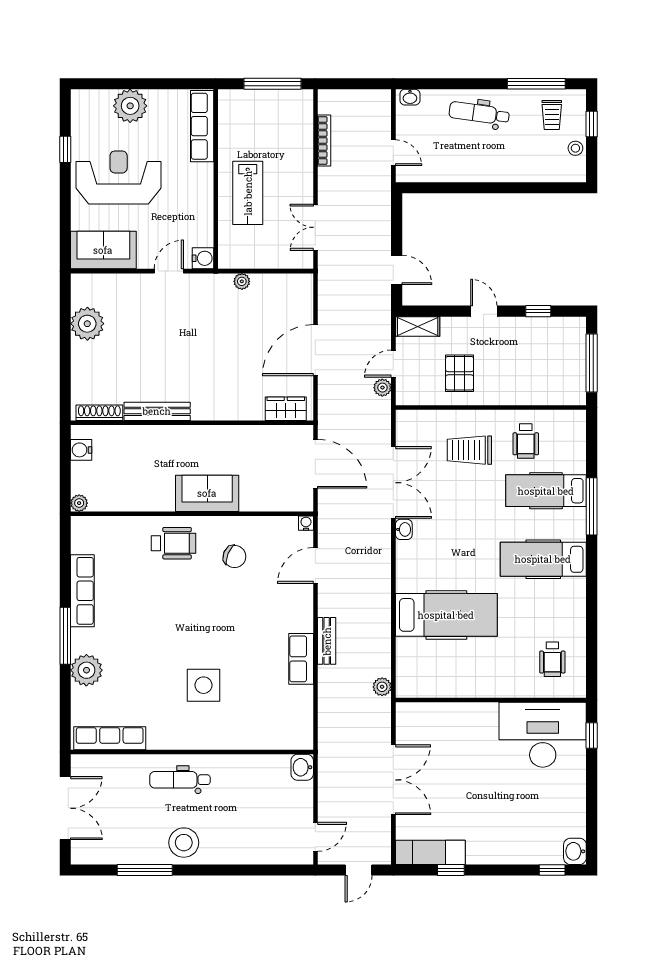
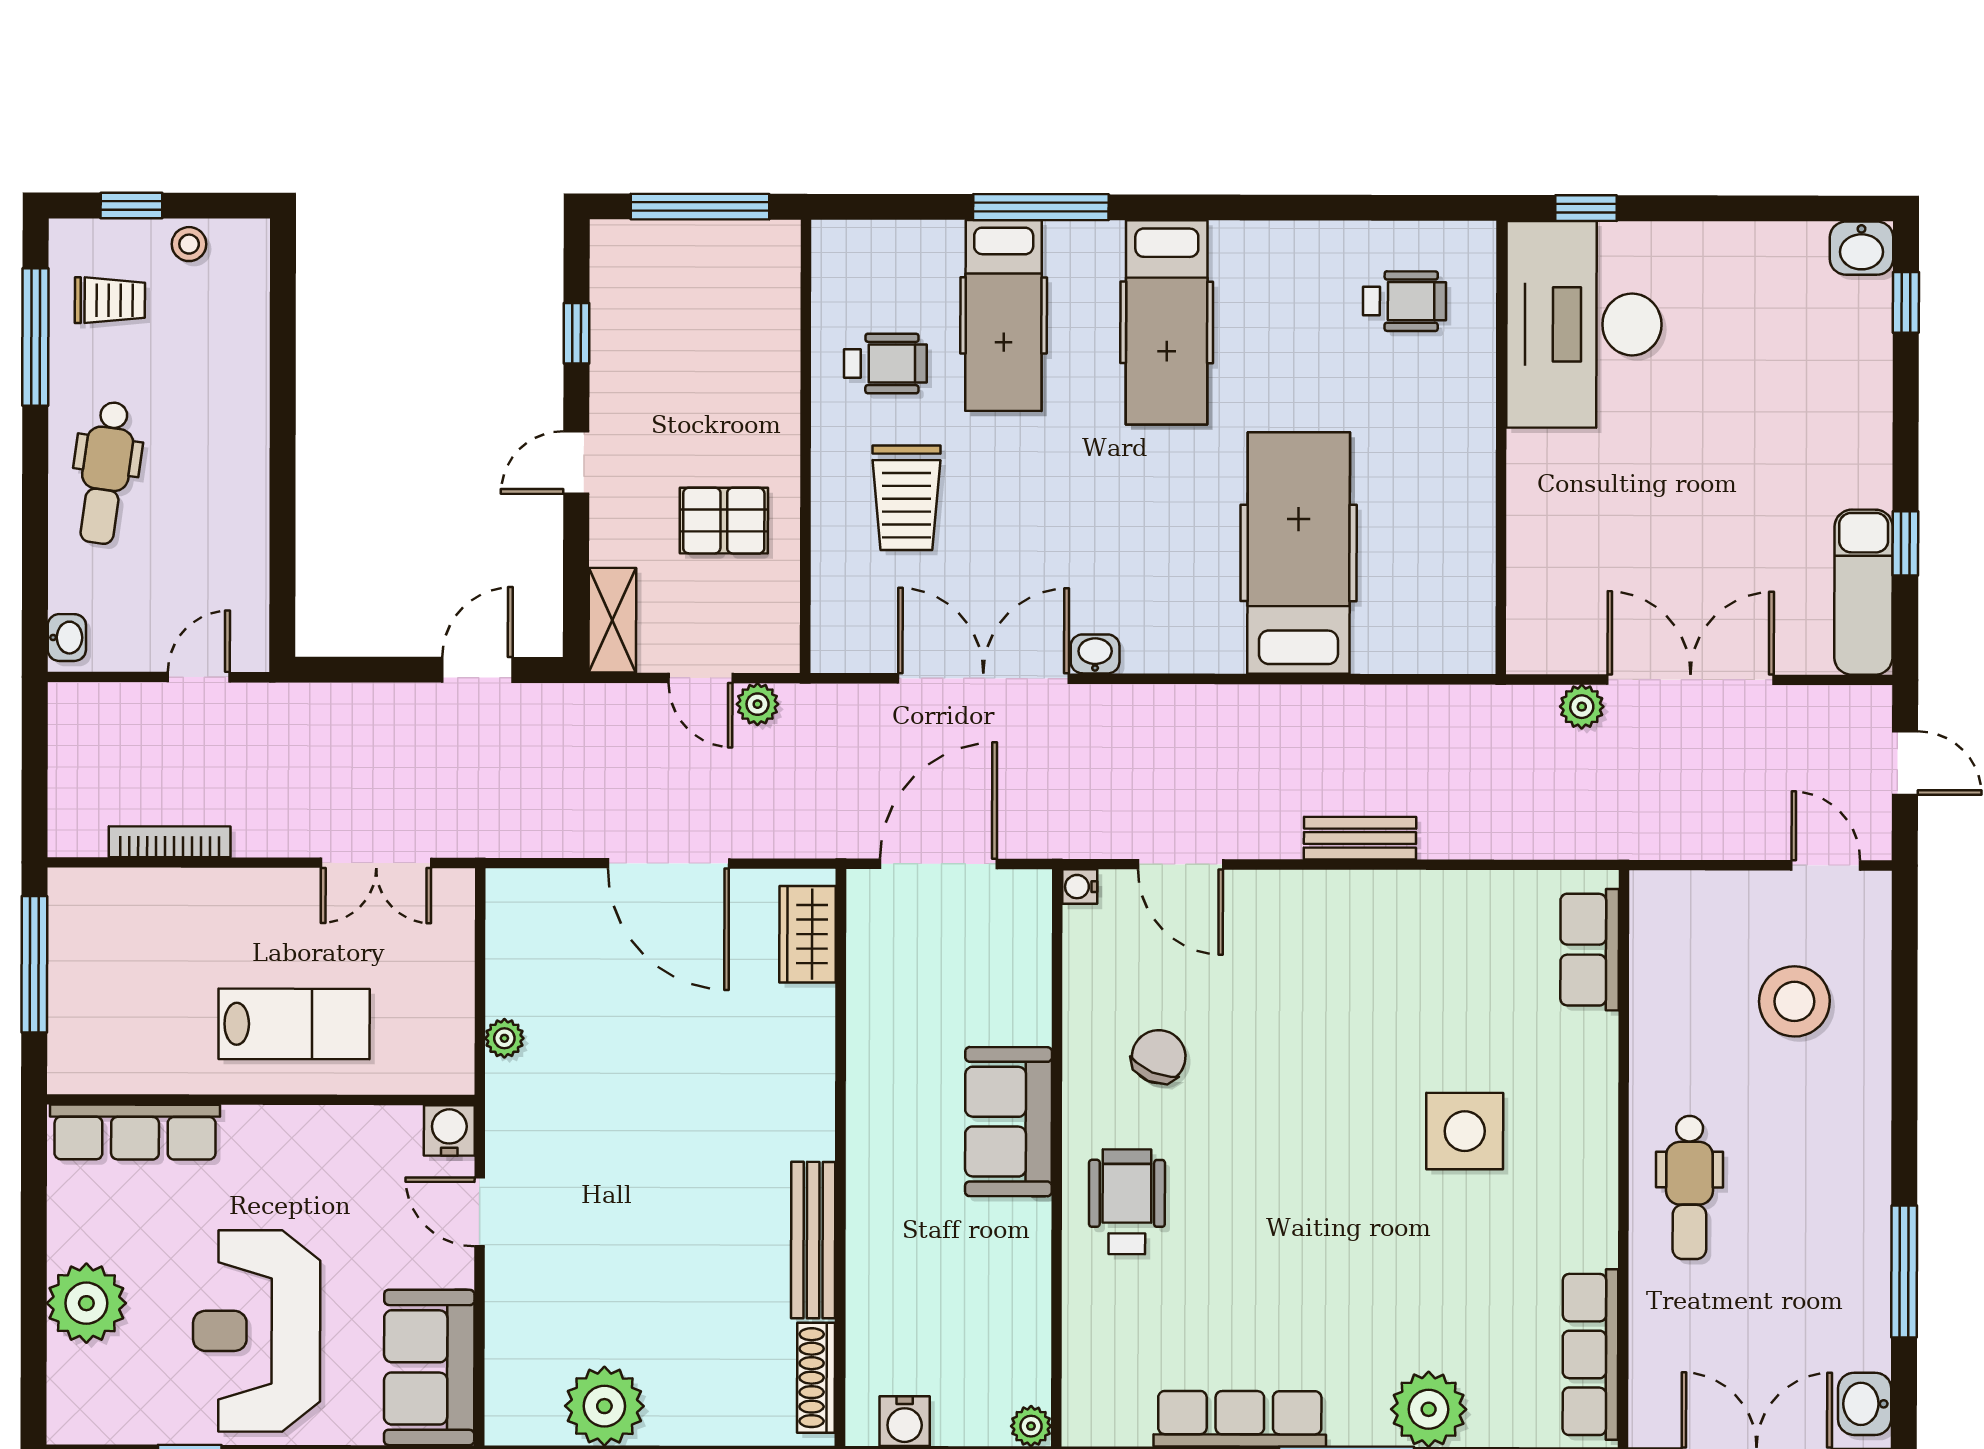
row of seats: (301, 659) -> (1590, 950), moved, turned 90
plant: (382, 687) -> (1582, 707), moved
washbasin: (302, 767) -> (1865, 1404), moved, turned 90
stool: (184, 843) -> (1794, 1001), moved

